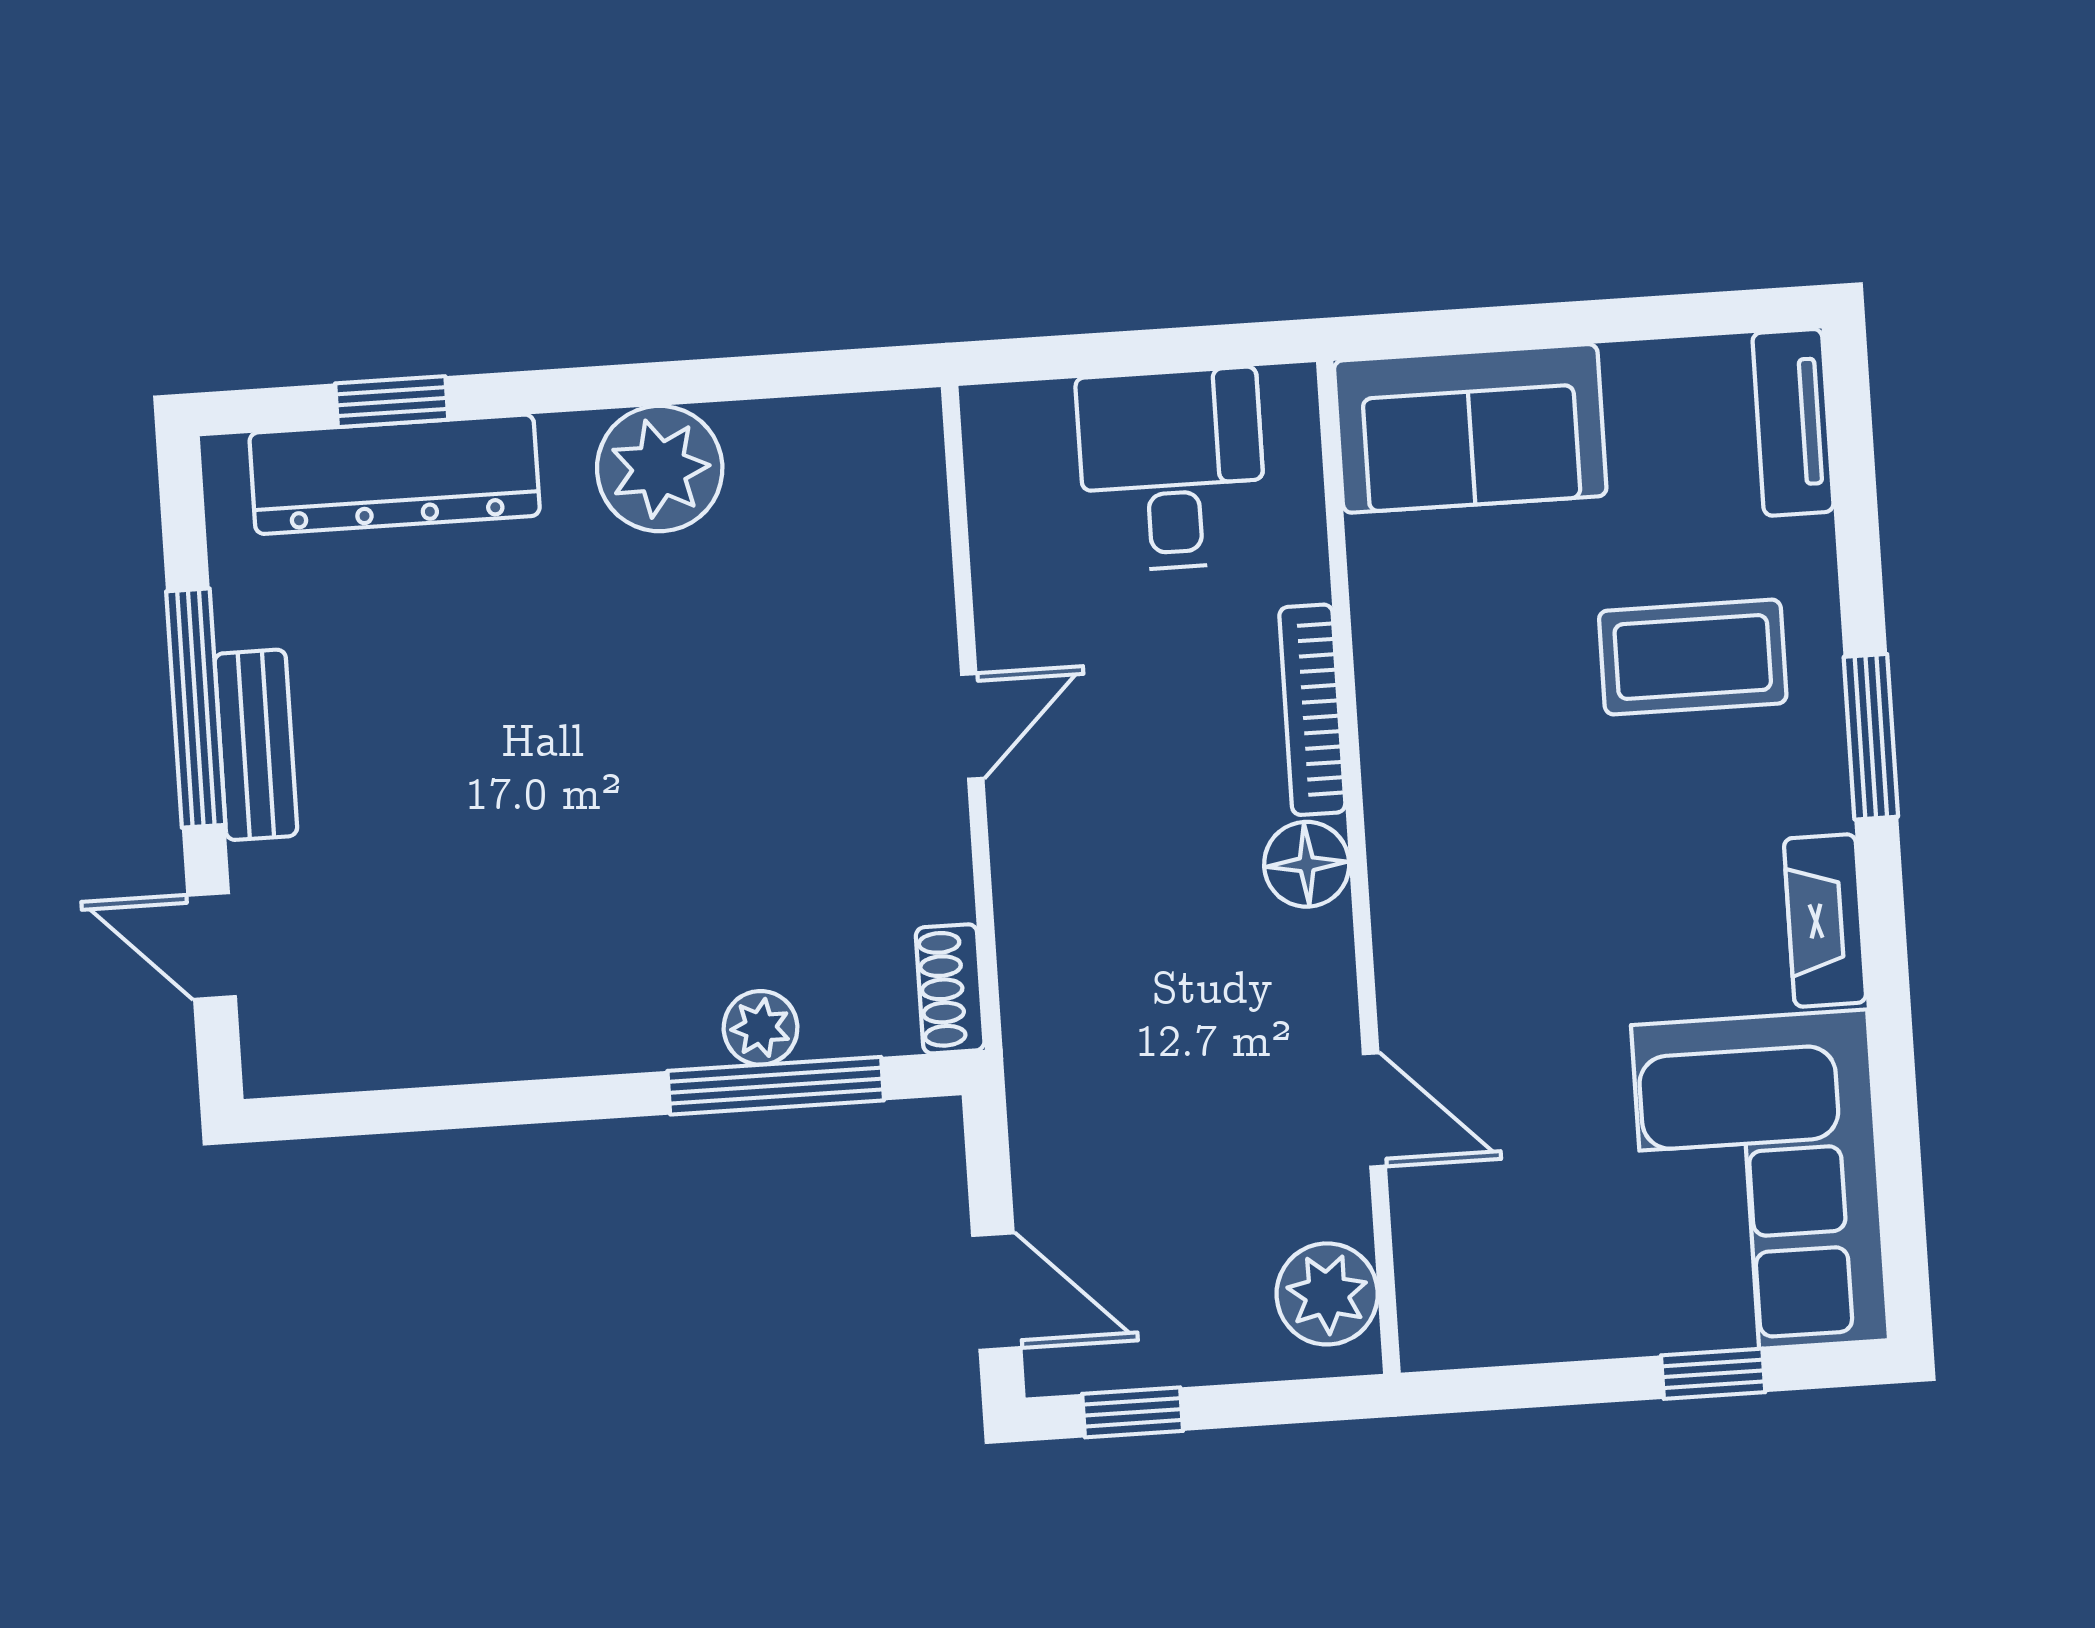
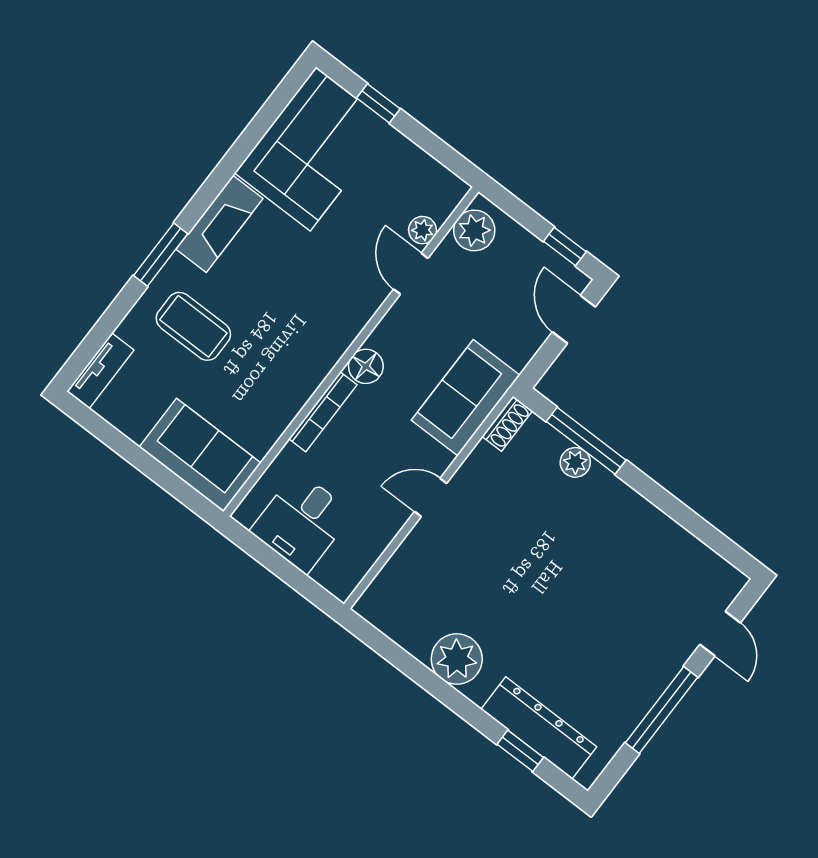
bench: (256, 745) -> (653, 683), removed
fireplace: (1825, 920) -> (220, 224), width x1.37, depth x1.32
sofa: (1070, 969) -> (466, 398), added
plant: (1424, 1210) -> (422, 230), added

